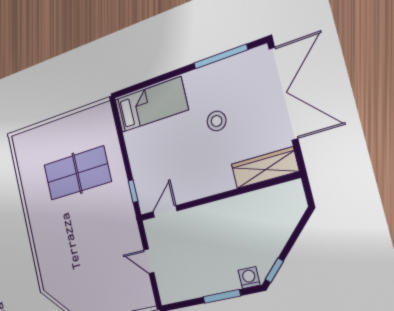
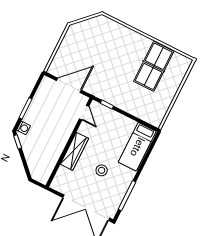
wardrobe: (265, 168) -> (74, 151), moved
table tennis table: (77, 173) -> (154, 66), moved
door: (149, 261) -> (69, 85), width x1.87

